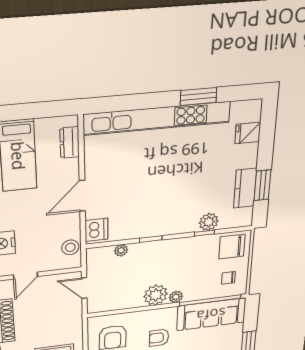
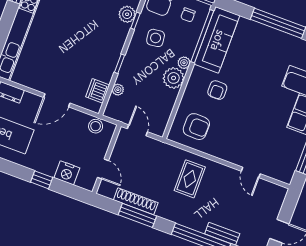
door: (82, 196) -> (57, 100), hinge flipped
dishwasher: (96, 230) -> (98, 91), moved, turned -90
side table: (193, 260) -> (156, 38), added
door: (84, 288) -> (137, 130), swing flipped

